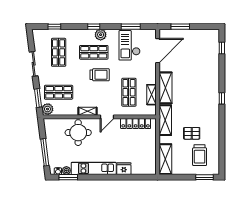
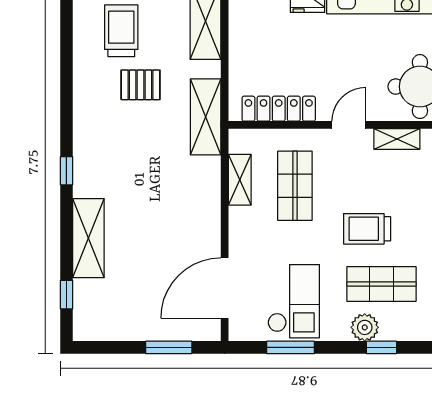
shelving: (165, 88) -> (88, 238), moved

